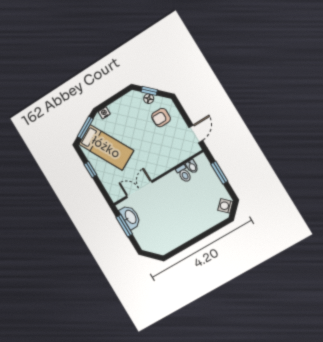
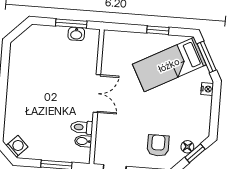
double door: (139, 189) -> (97, 94), moved
washbasin: (130, 217) -> (76, 34), width x0.52, depth x0.69

